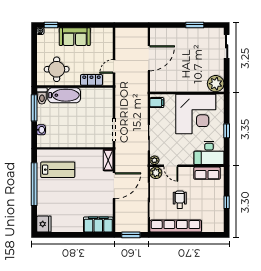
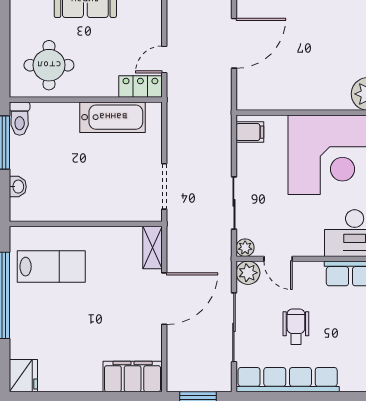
locker: (91, 80) -> (140, 86), moved
bathtub: (64, 95) -> (113, 117), moved

